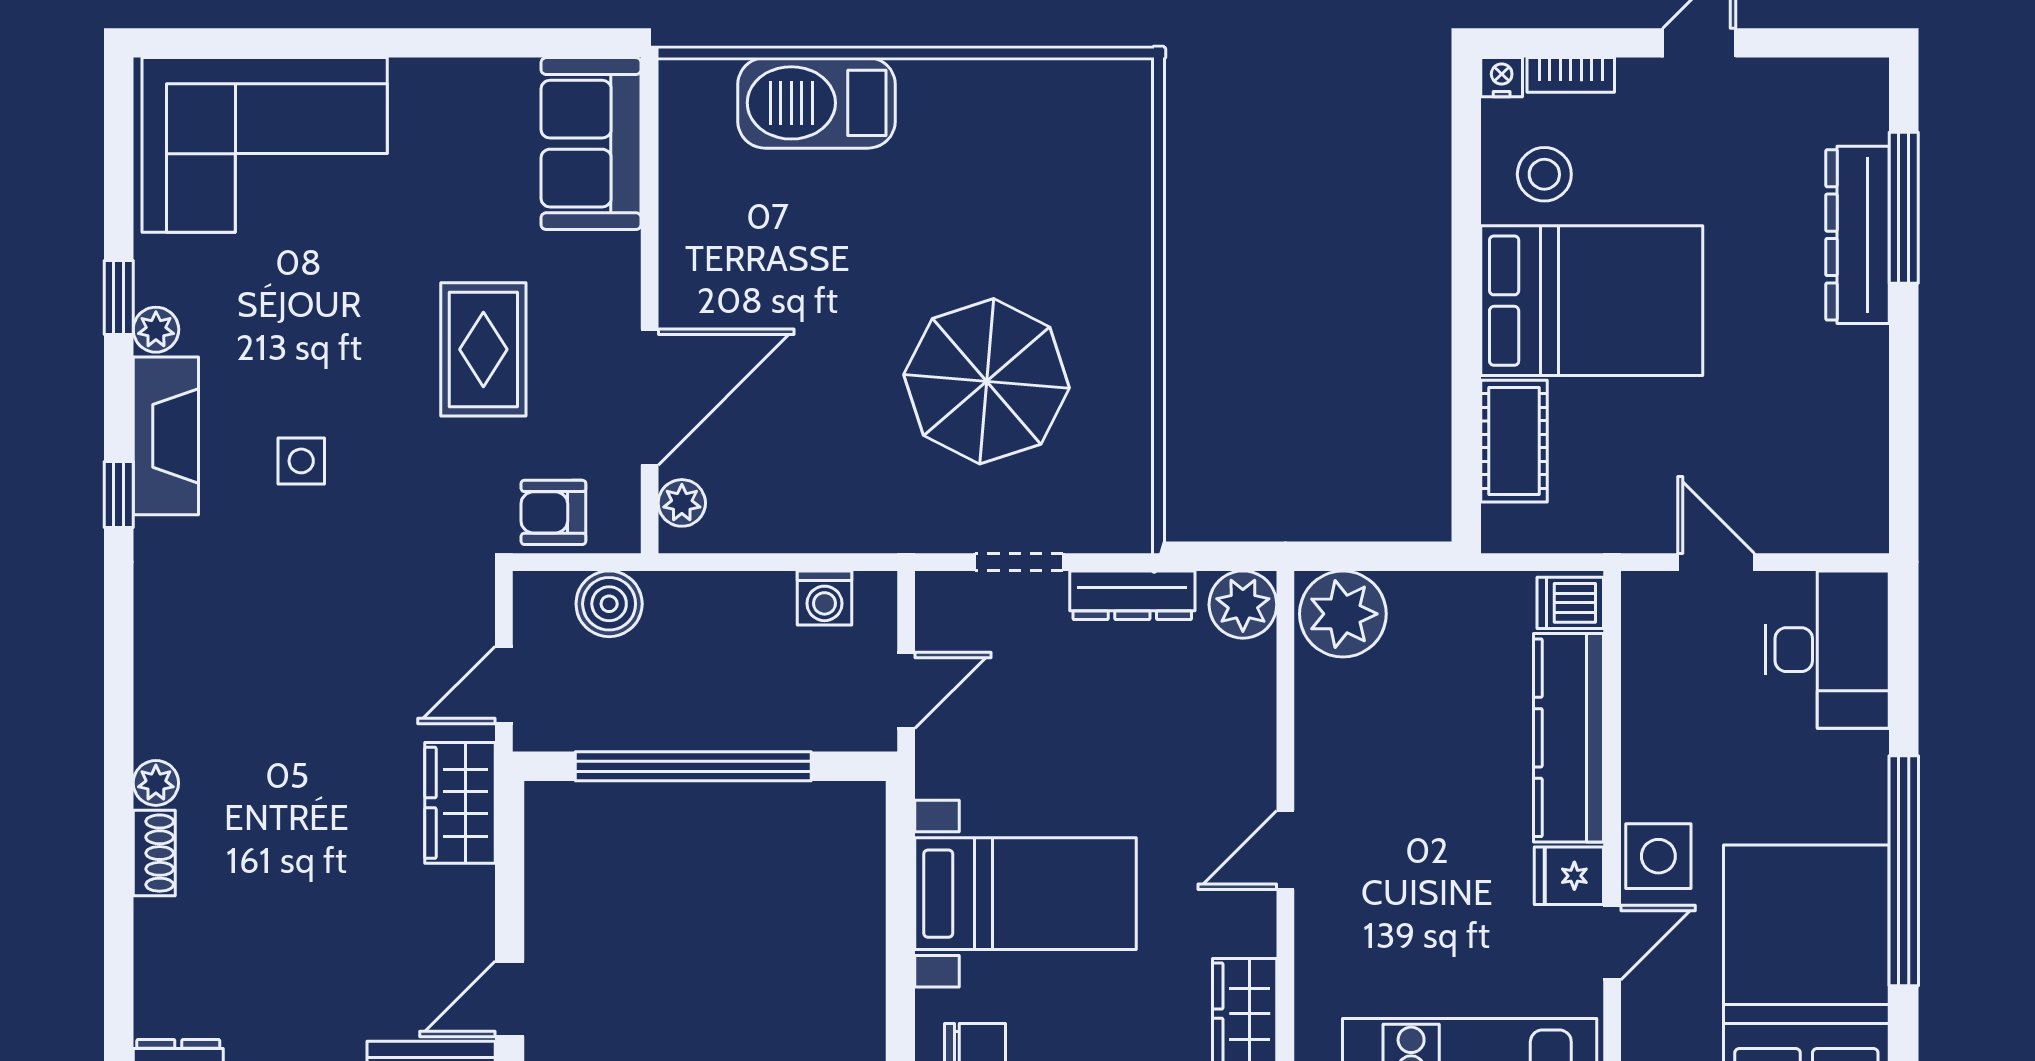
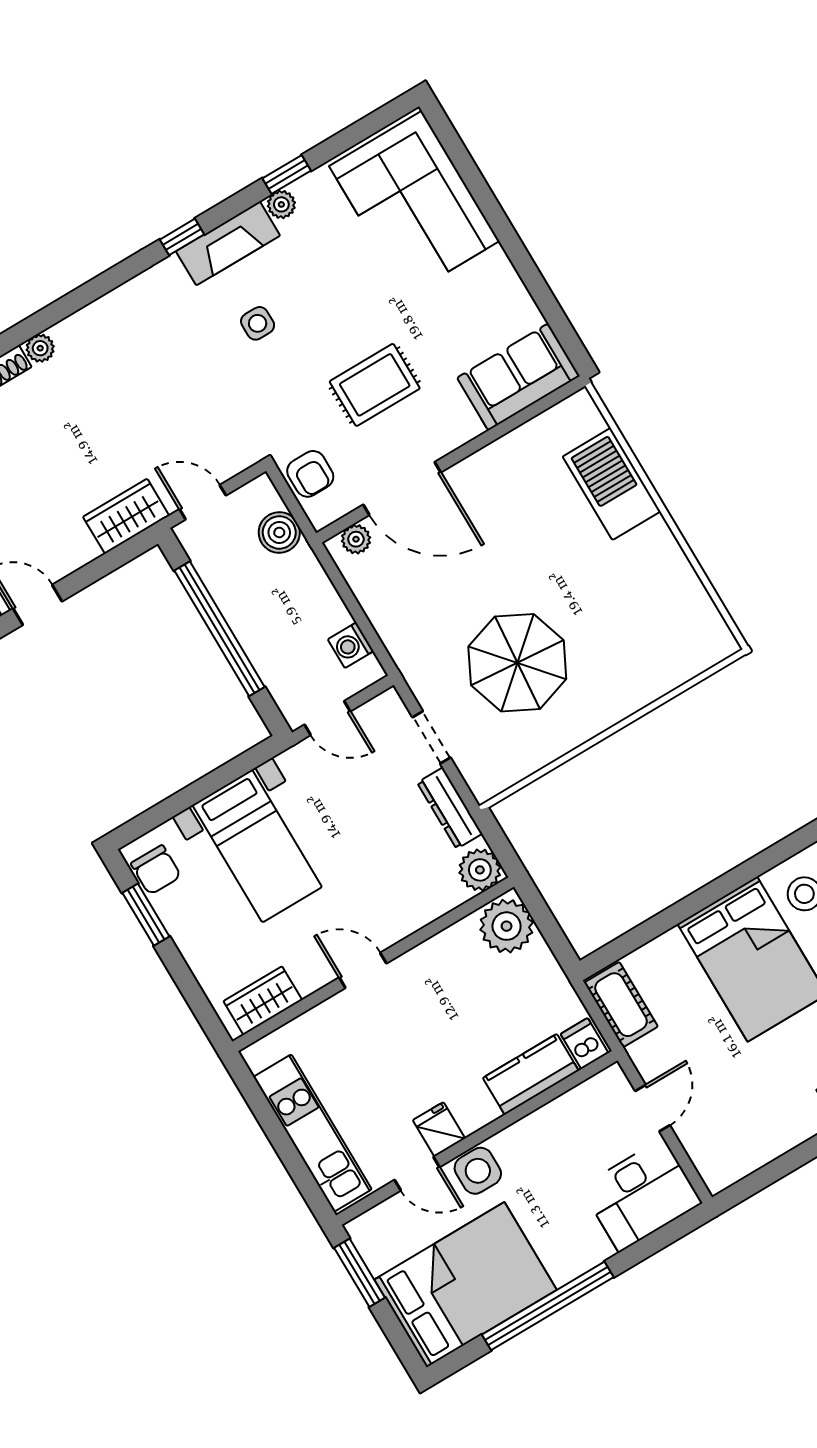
cot: (1514, 441) -> (621, 1005), moved, turned 90
armchair: (553, 512) -> (310, 474), turned 180
kitchen counter: (1568, 738) -> (531, 1074), width x0.67

